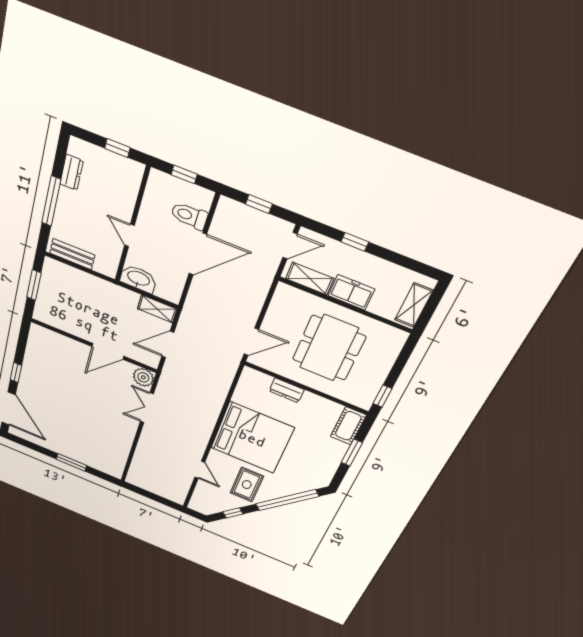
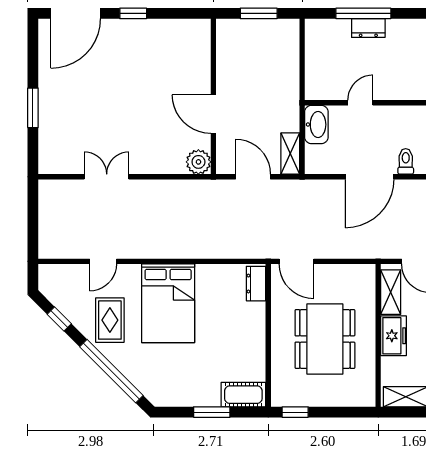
dresser: (72, 172) -> (368, 28), moved
toilet: (189, 216) -> (406, 161), width x0.73, depth x0.72
bench: (72, 254) -> (314, 48), removed
door: (198, 254) -> (370, 177), hinge flipped
dining table: (329, 348) -> (325, 339), turned 90
dresser: (287, 390) -> (256, 284), moved
double door: (147, 408) -> (107, 177), moved
bed: (252, 438) -> (168, 303), width x0.73
rug: (247, 485) -> (110, 320), turned 90

